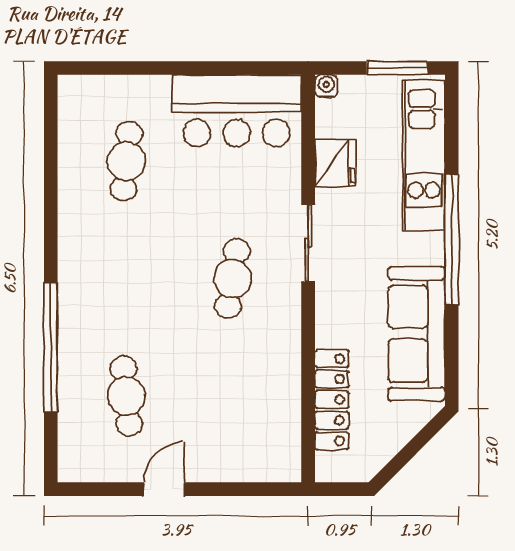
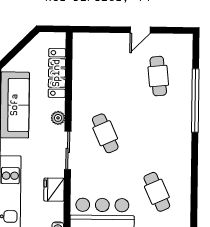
cafe table: (126, 161) -> (157, 192), turned -30
cafe table: (232, 279) -> (105, 133), turned -33
plant: (329, 309) -> (58, 118), added

